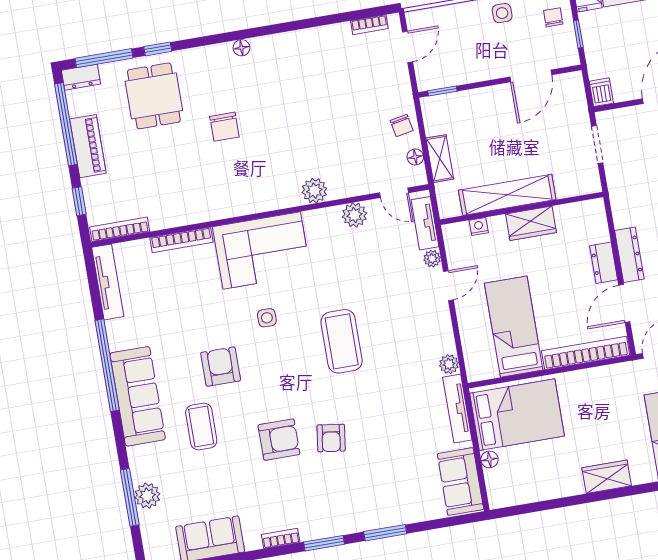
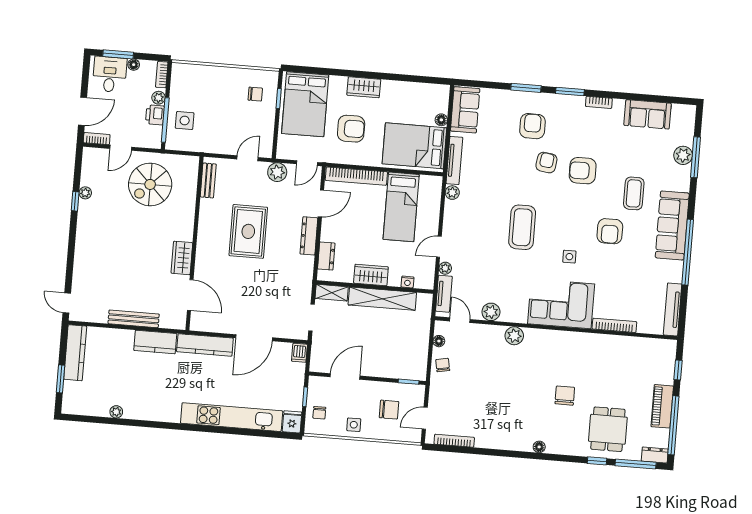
bookcase: (369, 25) -> (454, 441), width x1.56
chair: (459, 46) -> (389, 410), added
shelving: (440, 159) -> (332, 293), moved, turned 90
bookcase: (120, 229) -> (655, 344), removed
dresser: (604, 263) -> (326, 256), moved
armchair: (609, 416) -> (351, 129), added
armchair: (363, 483) -> (532, 126), added

